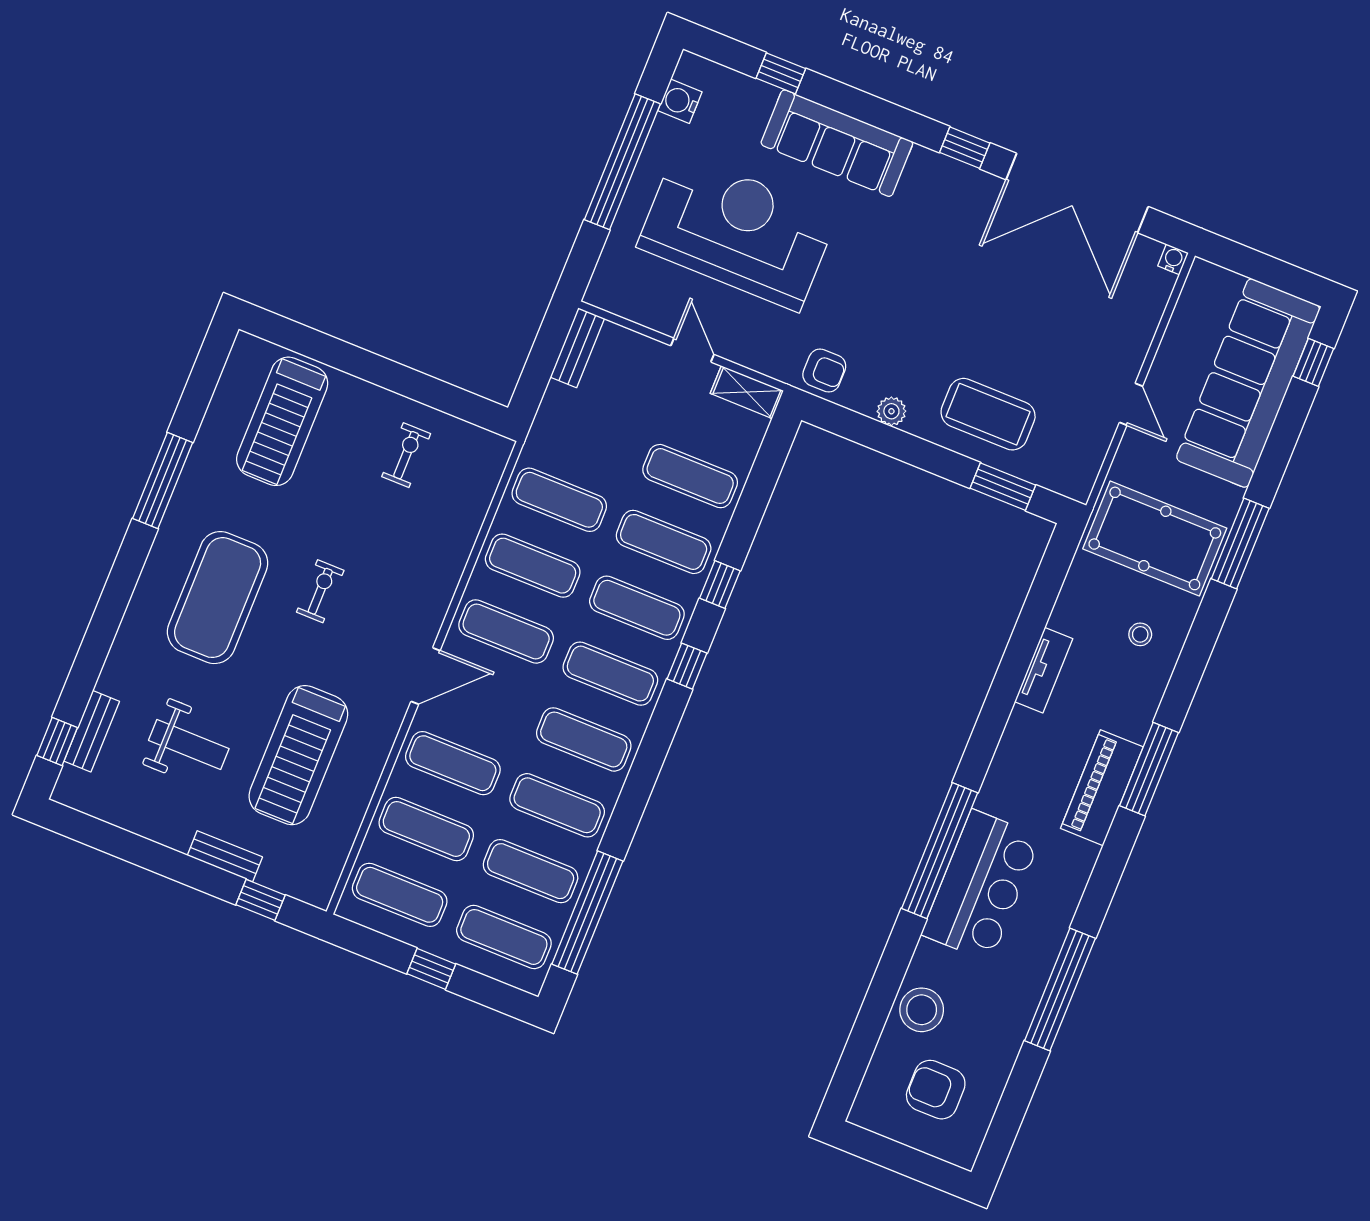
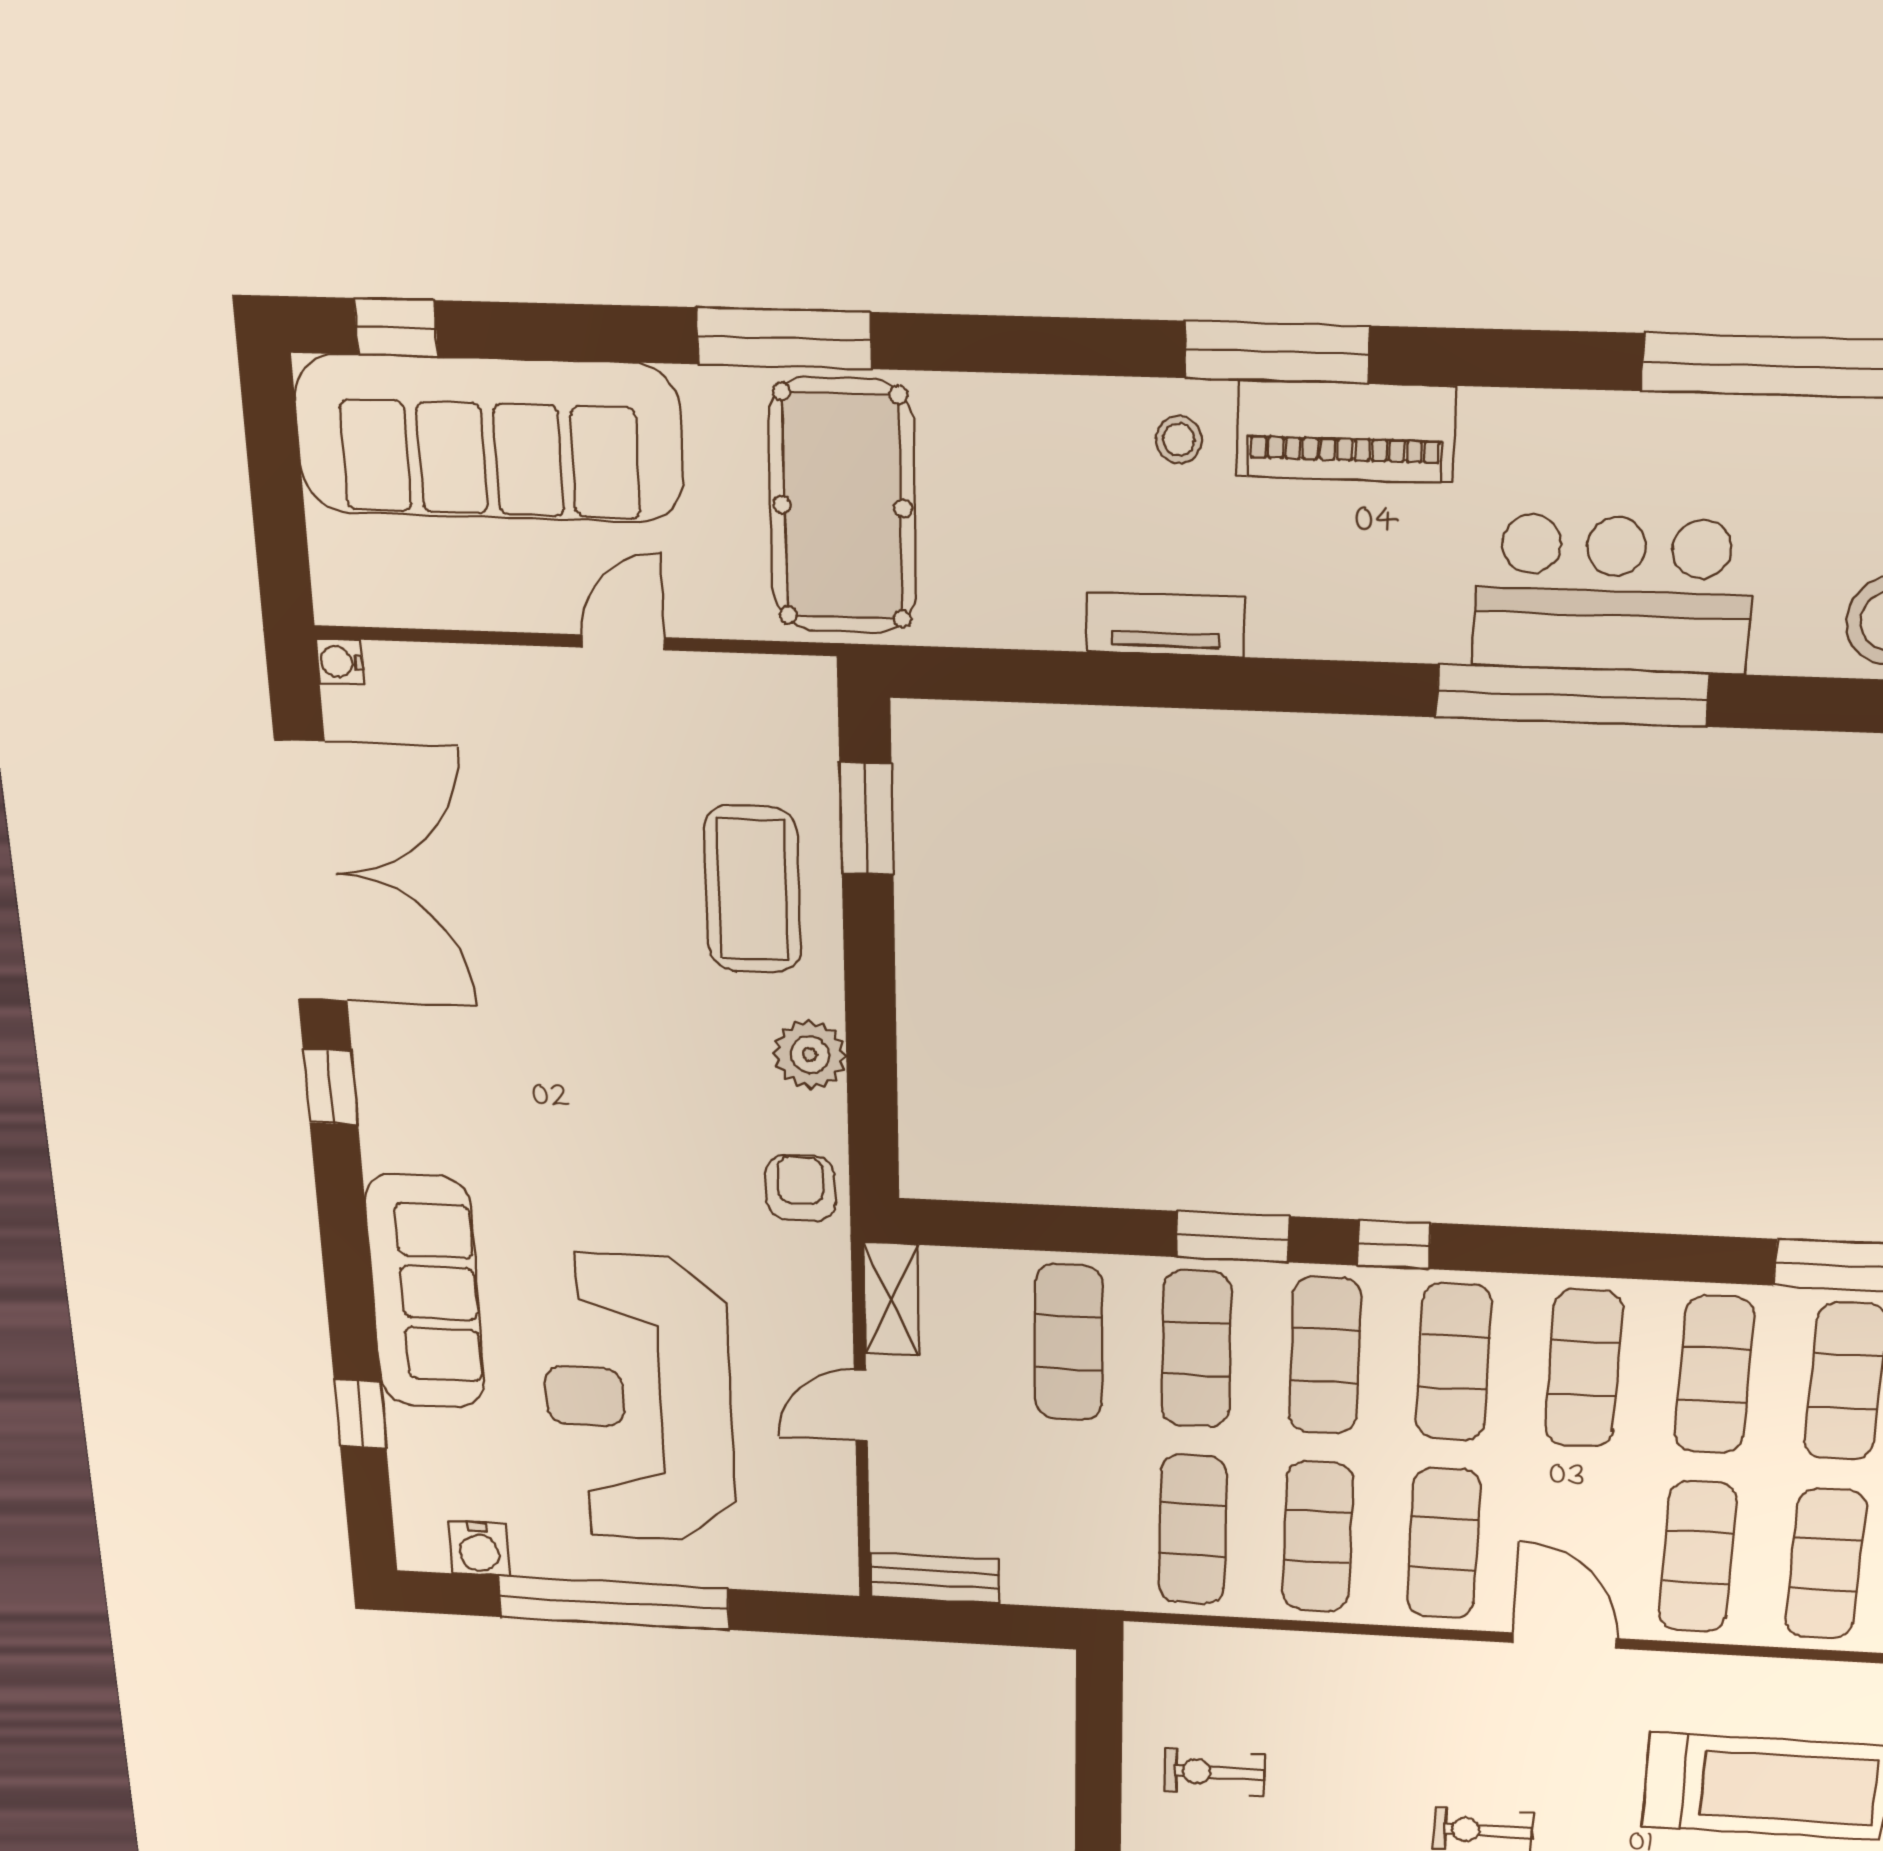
plant: (891, 411) -> (810, 1055), width x1.38, depth x1.38
window: (720, 585) -> (1233, 1237), width x1.50
stool: (1140, 634) -> (1179, 440), moved

